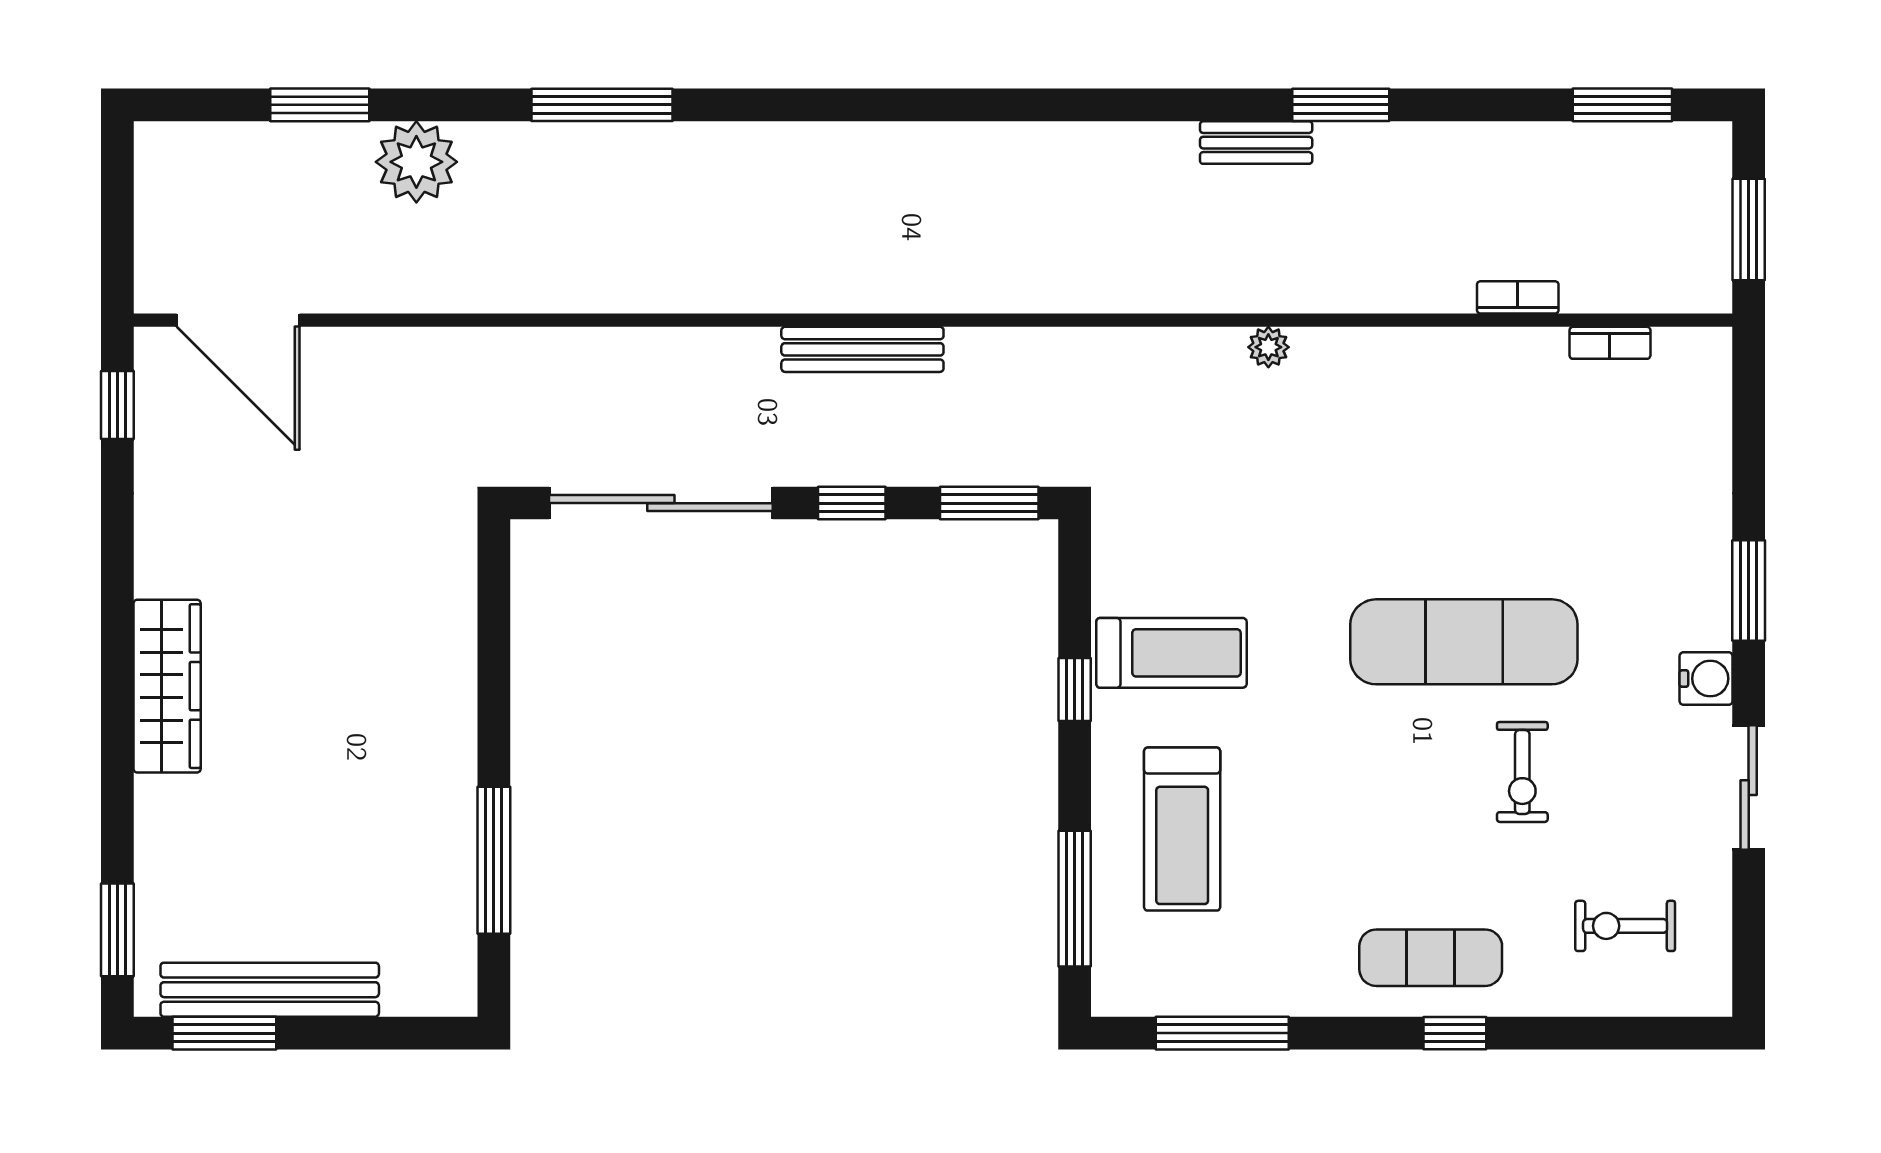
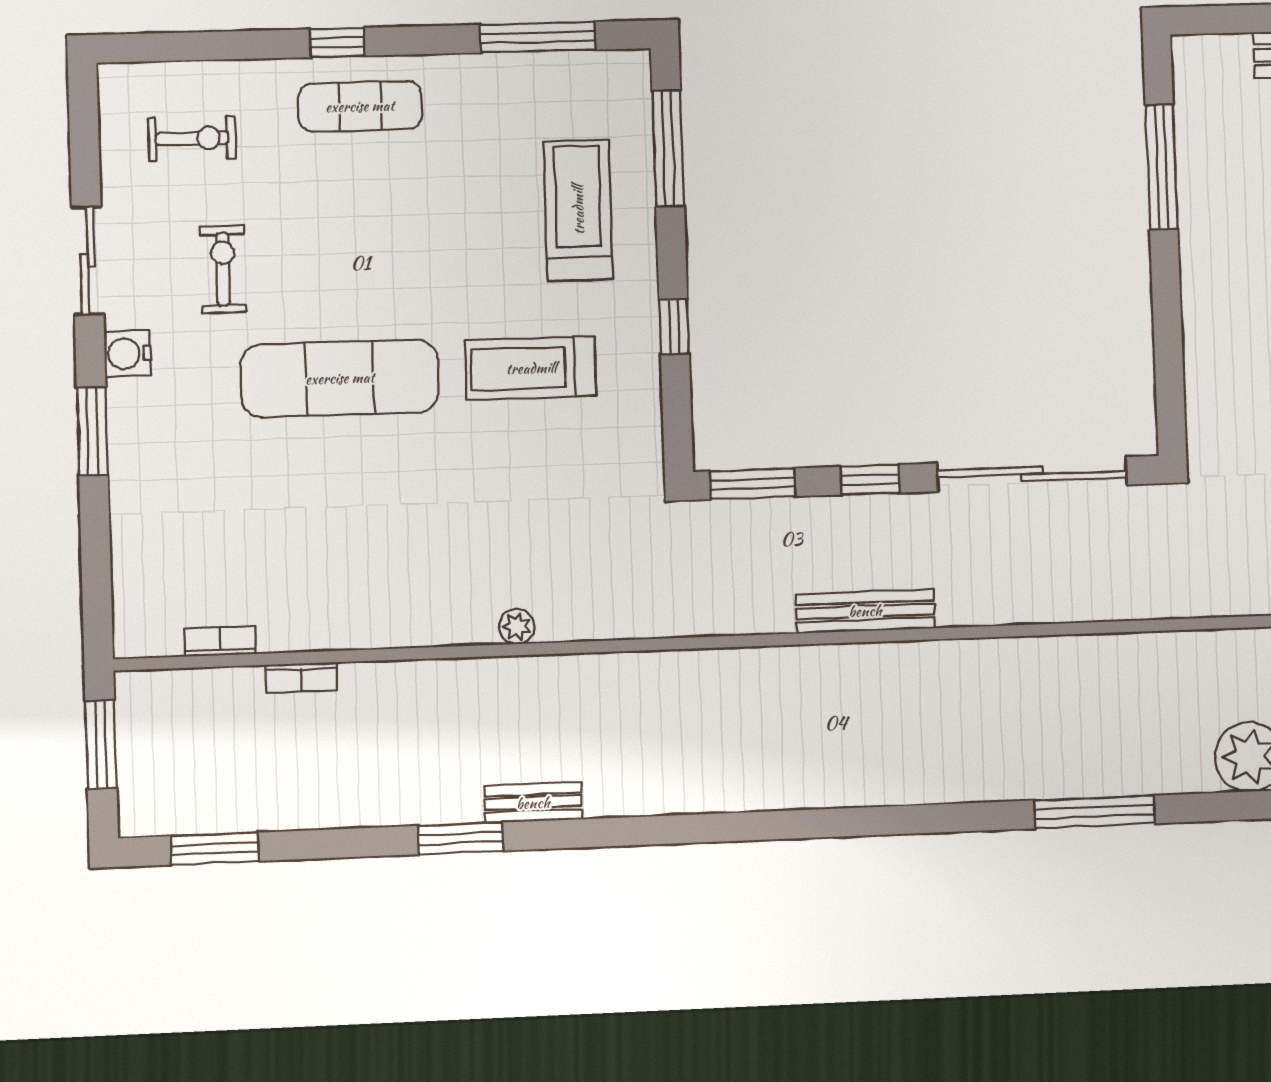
treadmill: (1171, 653) -> (531, 368), moved
exercise bike: (1522, 772) -> (223, 269), moved

